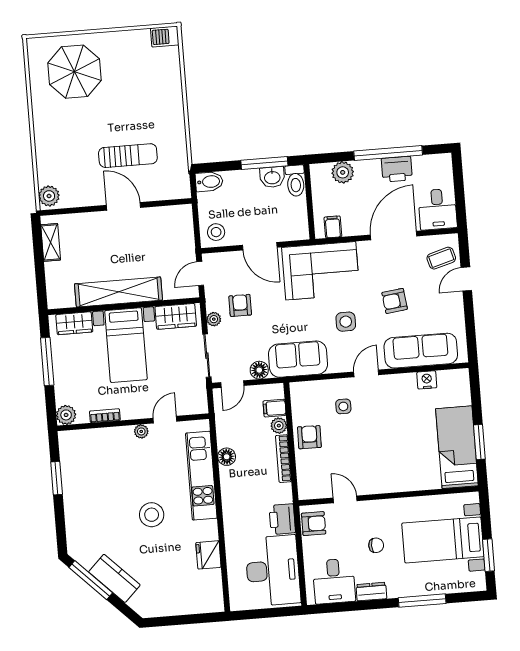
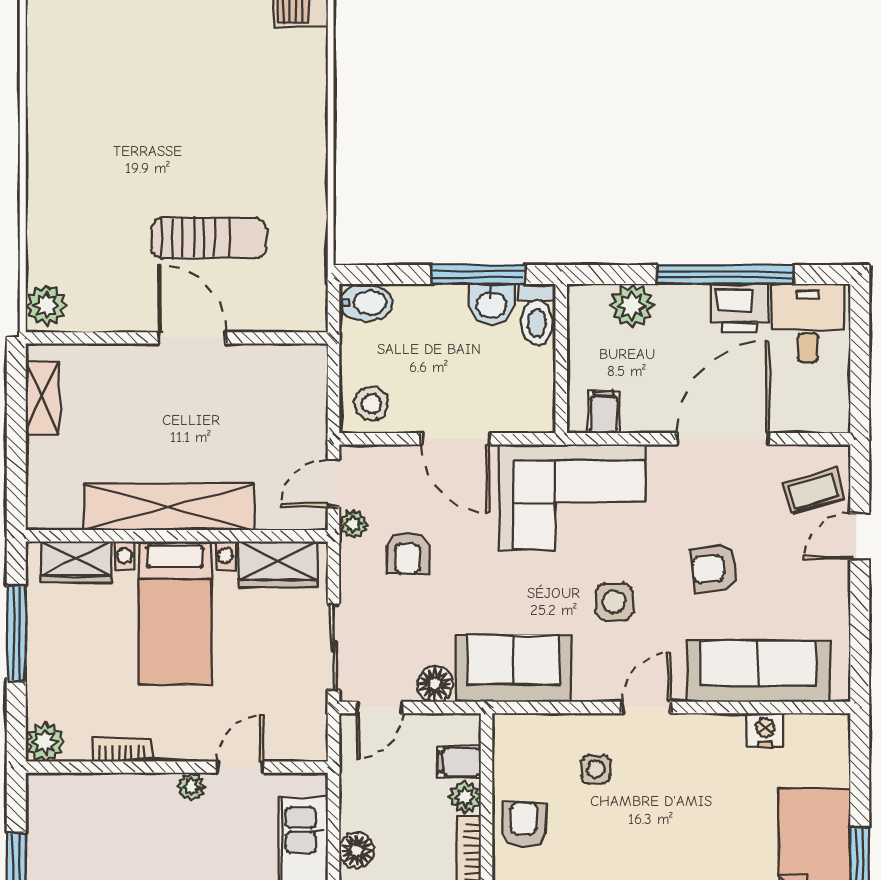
parasol: (75, 72) -> (117, 63), removed
desk: (438, 209) -> (808, 323), moved, turned 180
armchair: (240, 305) -> (407, 553), turned 180
plant: (214, 319) -> (353, 524), moved

